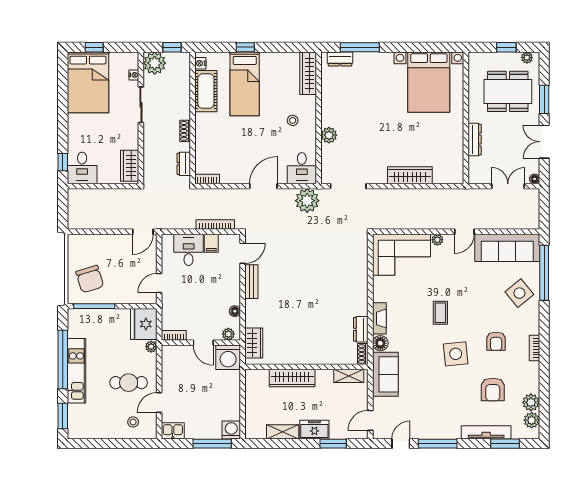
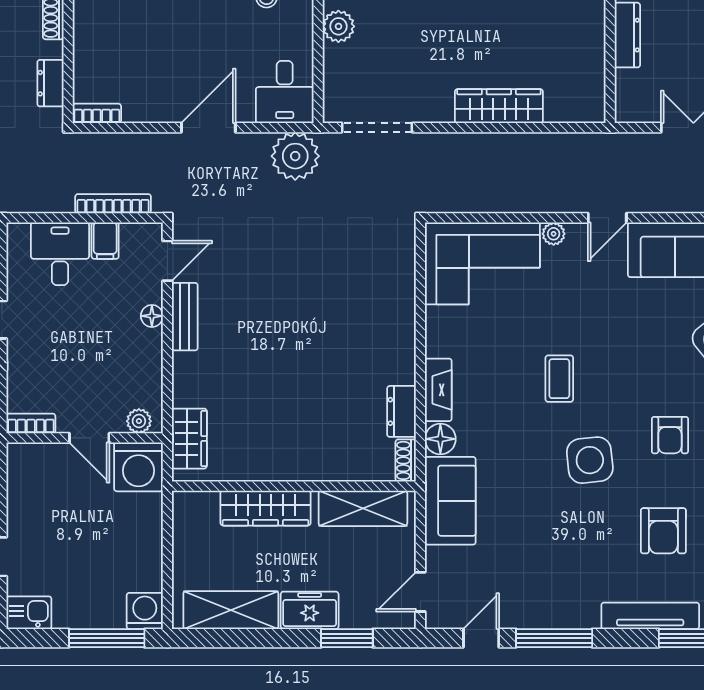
floor lamp: (235, 311) -> (152, 316), moved
shelving: (349, 376) -> (363, 508), width x1.50, depth x1.33
shelving: (283, 432) -> (231, 610), width x1.50, depth x1.33

